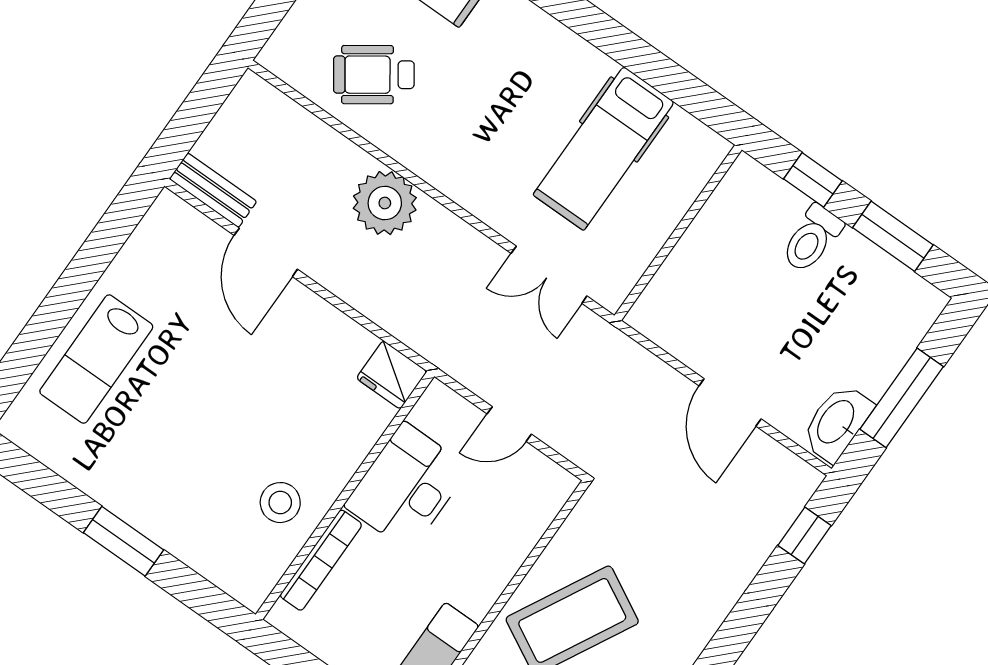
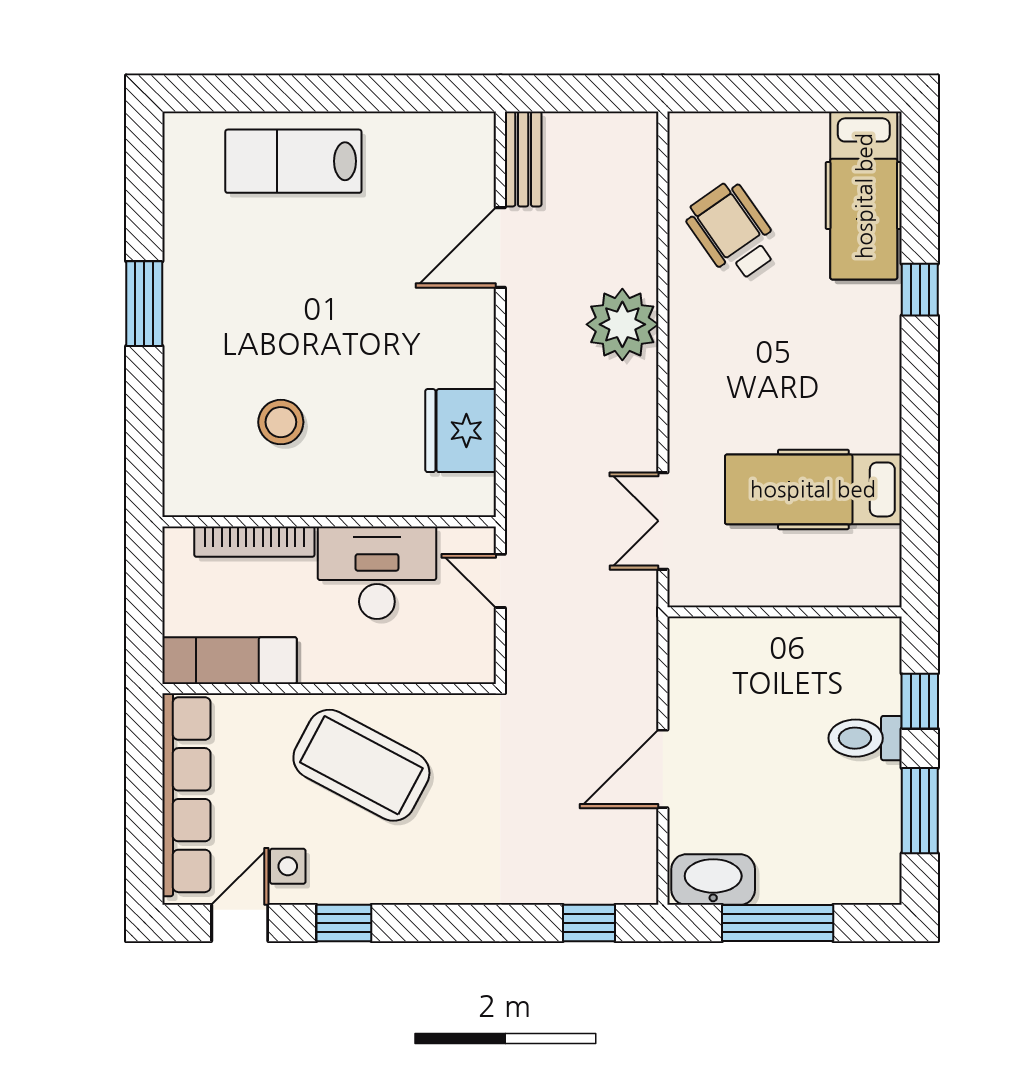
fridge: (392, 375) -> (461, 431), width x1.36, depth x1.34
desk: (407, 487) -> (377, 573), moved
wall: (345, 495) -> (329, 522), moved
bookcase: (321, 560) -> (254, 542), moved

